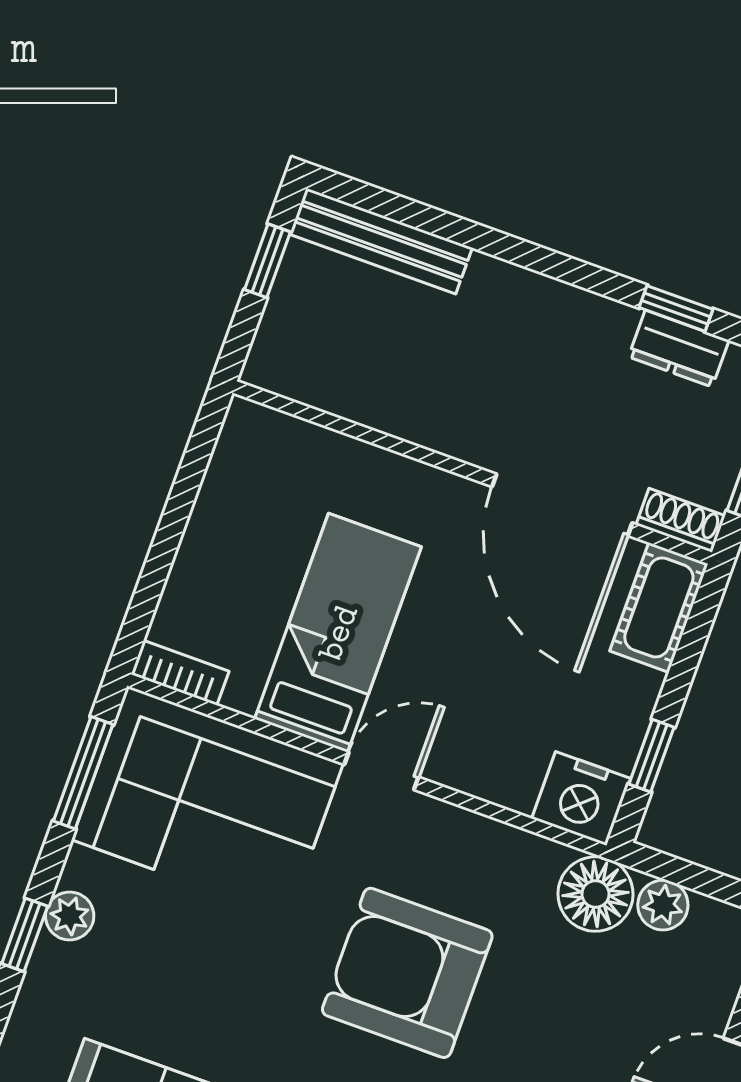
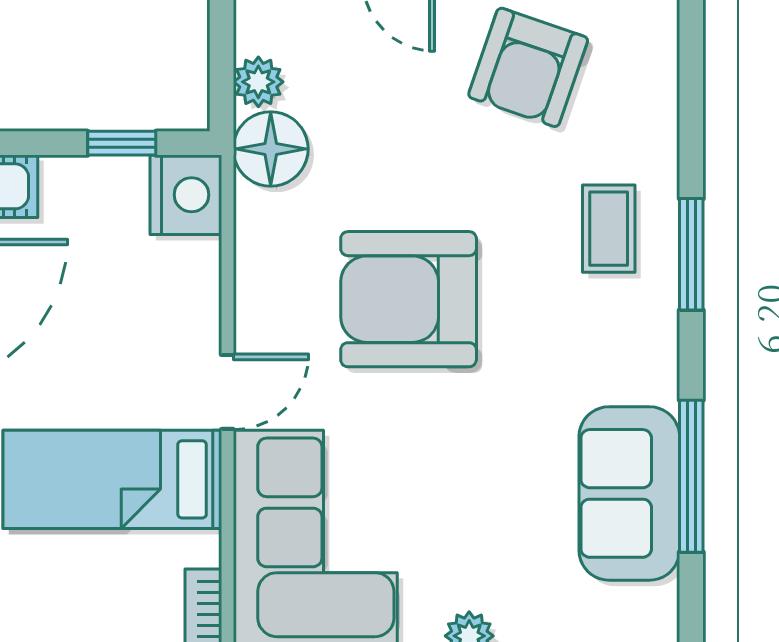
door: (381, 771) -> (227, 392), swing flipped
armchair: (407, 973) -> (409, 299), turned 90

